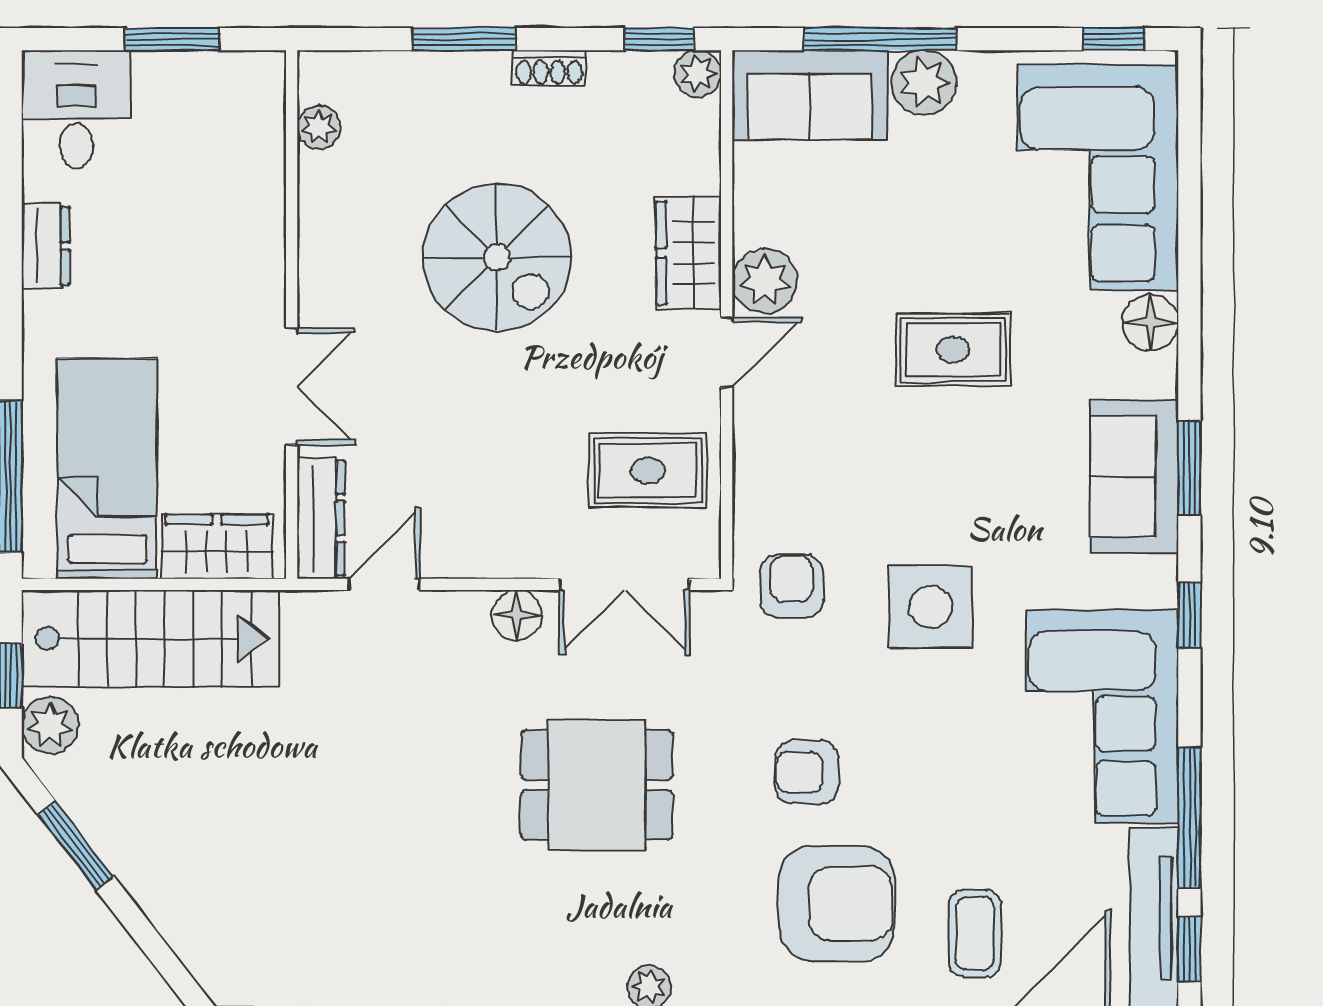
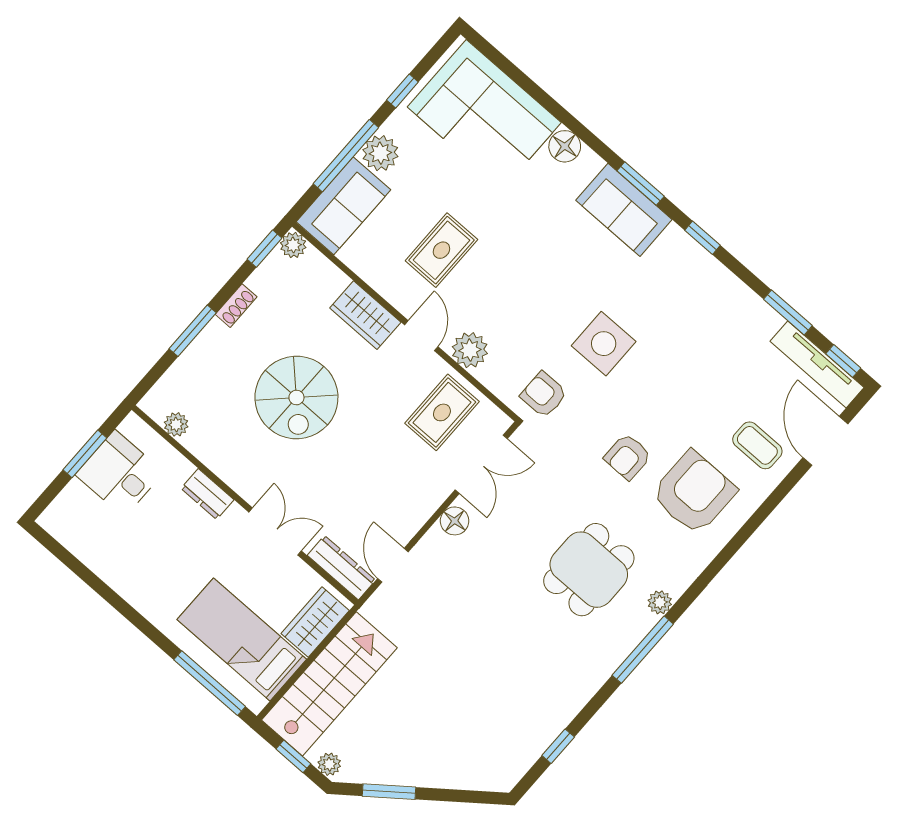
window: (1113, 39) -> (402, 91), moved
desk: (76, 109) -> (120, 473), moved
dresser: (46, 246) -> (207, 494), moved, turned 180
spiral stairs: (497, 257) -> (296, 397), turned 90
plant: (765, 281) -> (470, 350), moved
rug: (953, 350) -> (441, 250), moved
corner sofa: (1102, 717) -> (713, 312), removed
plant: (50, 725) -> (329, 764), width x0.73, depth x0.73
dining table: (597, 785) -> (589, 570), moved
window: (1189, 818) -> (788, 312), width x0.69

